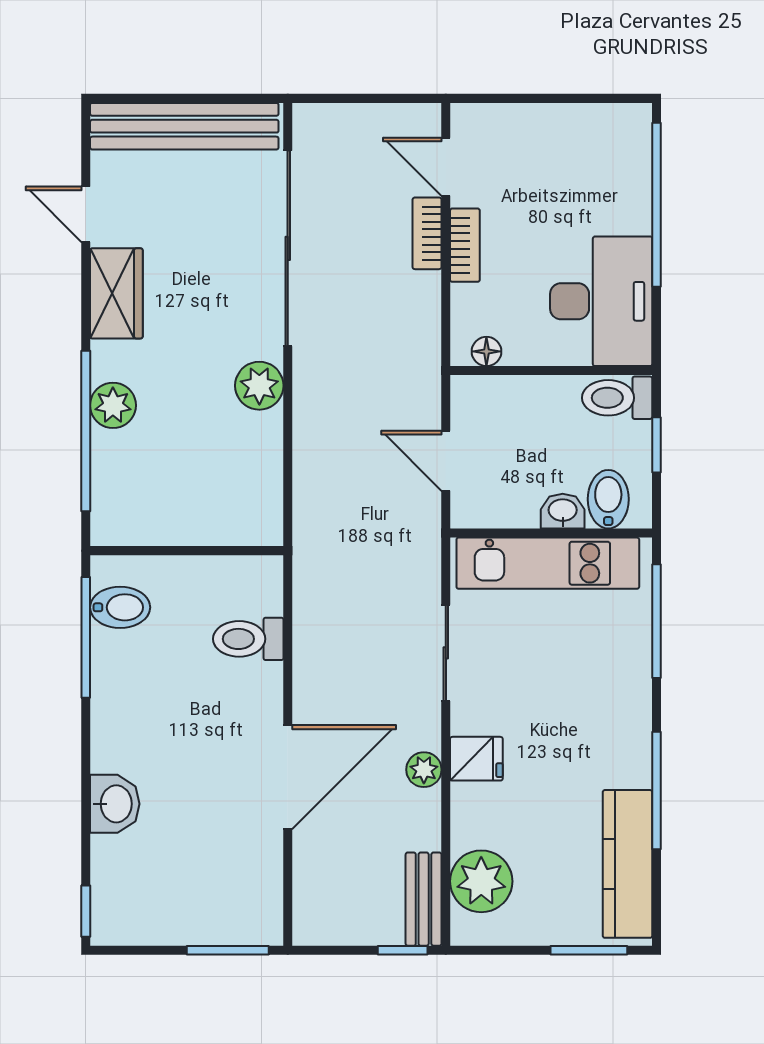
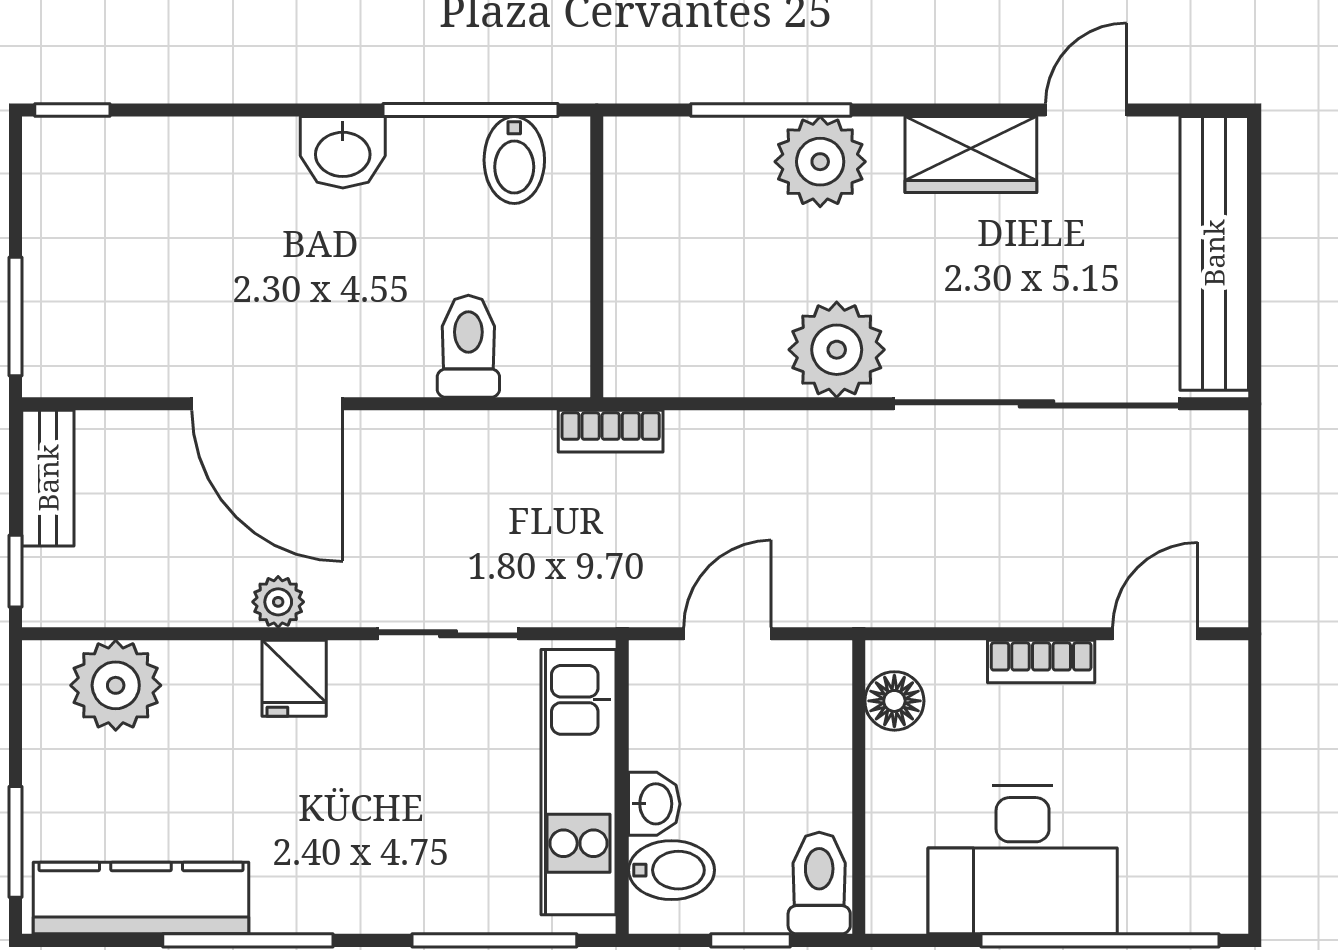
bookcase: (427, 233) -> (611, 431), moved, turned 180
desk: (601, 301) -> (1023, 860), moved
floor lamp: (486, 351) -> (894, 701), width x1.37, depth x1.37
plant: (259, 386) -> (837, 350), width x1.36, depth x1.36
plant: (113, 405) -> (820, 162), width x1.36, depth x1.36
window: (86, 431) -> (771, 110), width x0.68
washbasin: (115, 804) -> (343, 152), moved
bench: (424, 899) -> (48, 478), moved, turned 90

